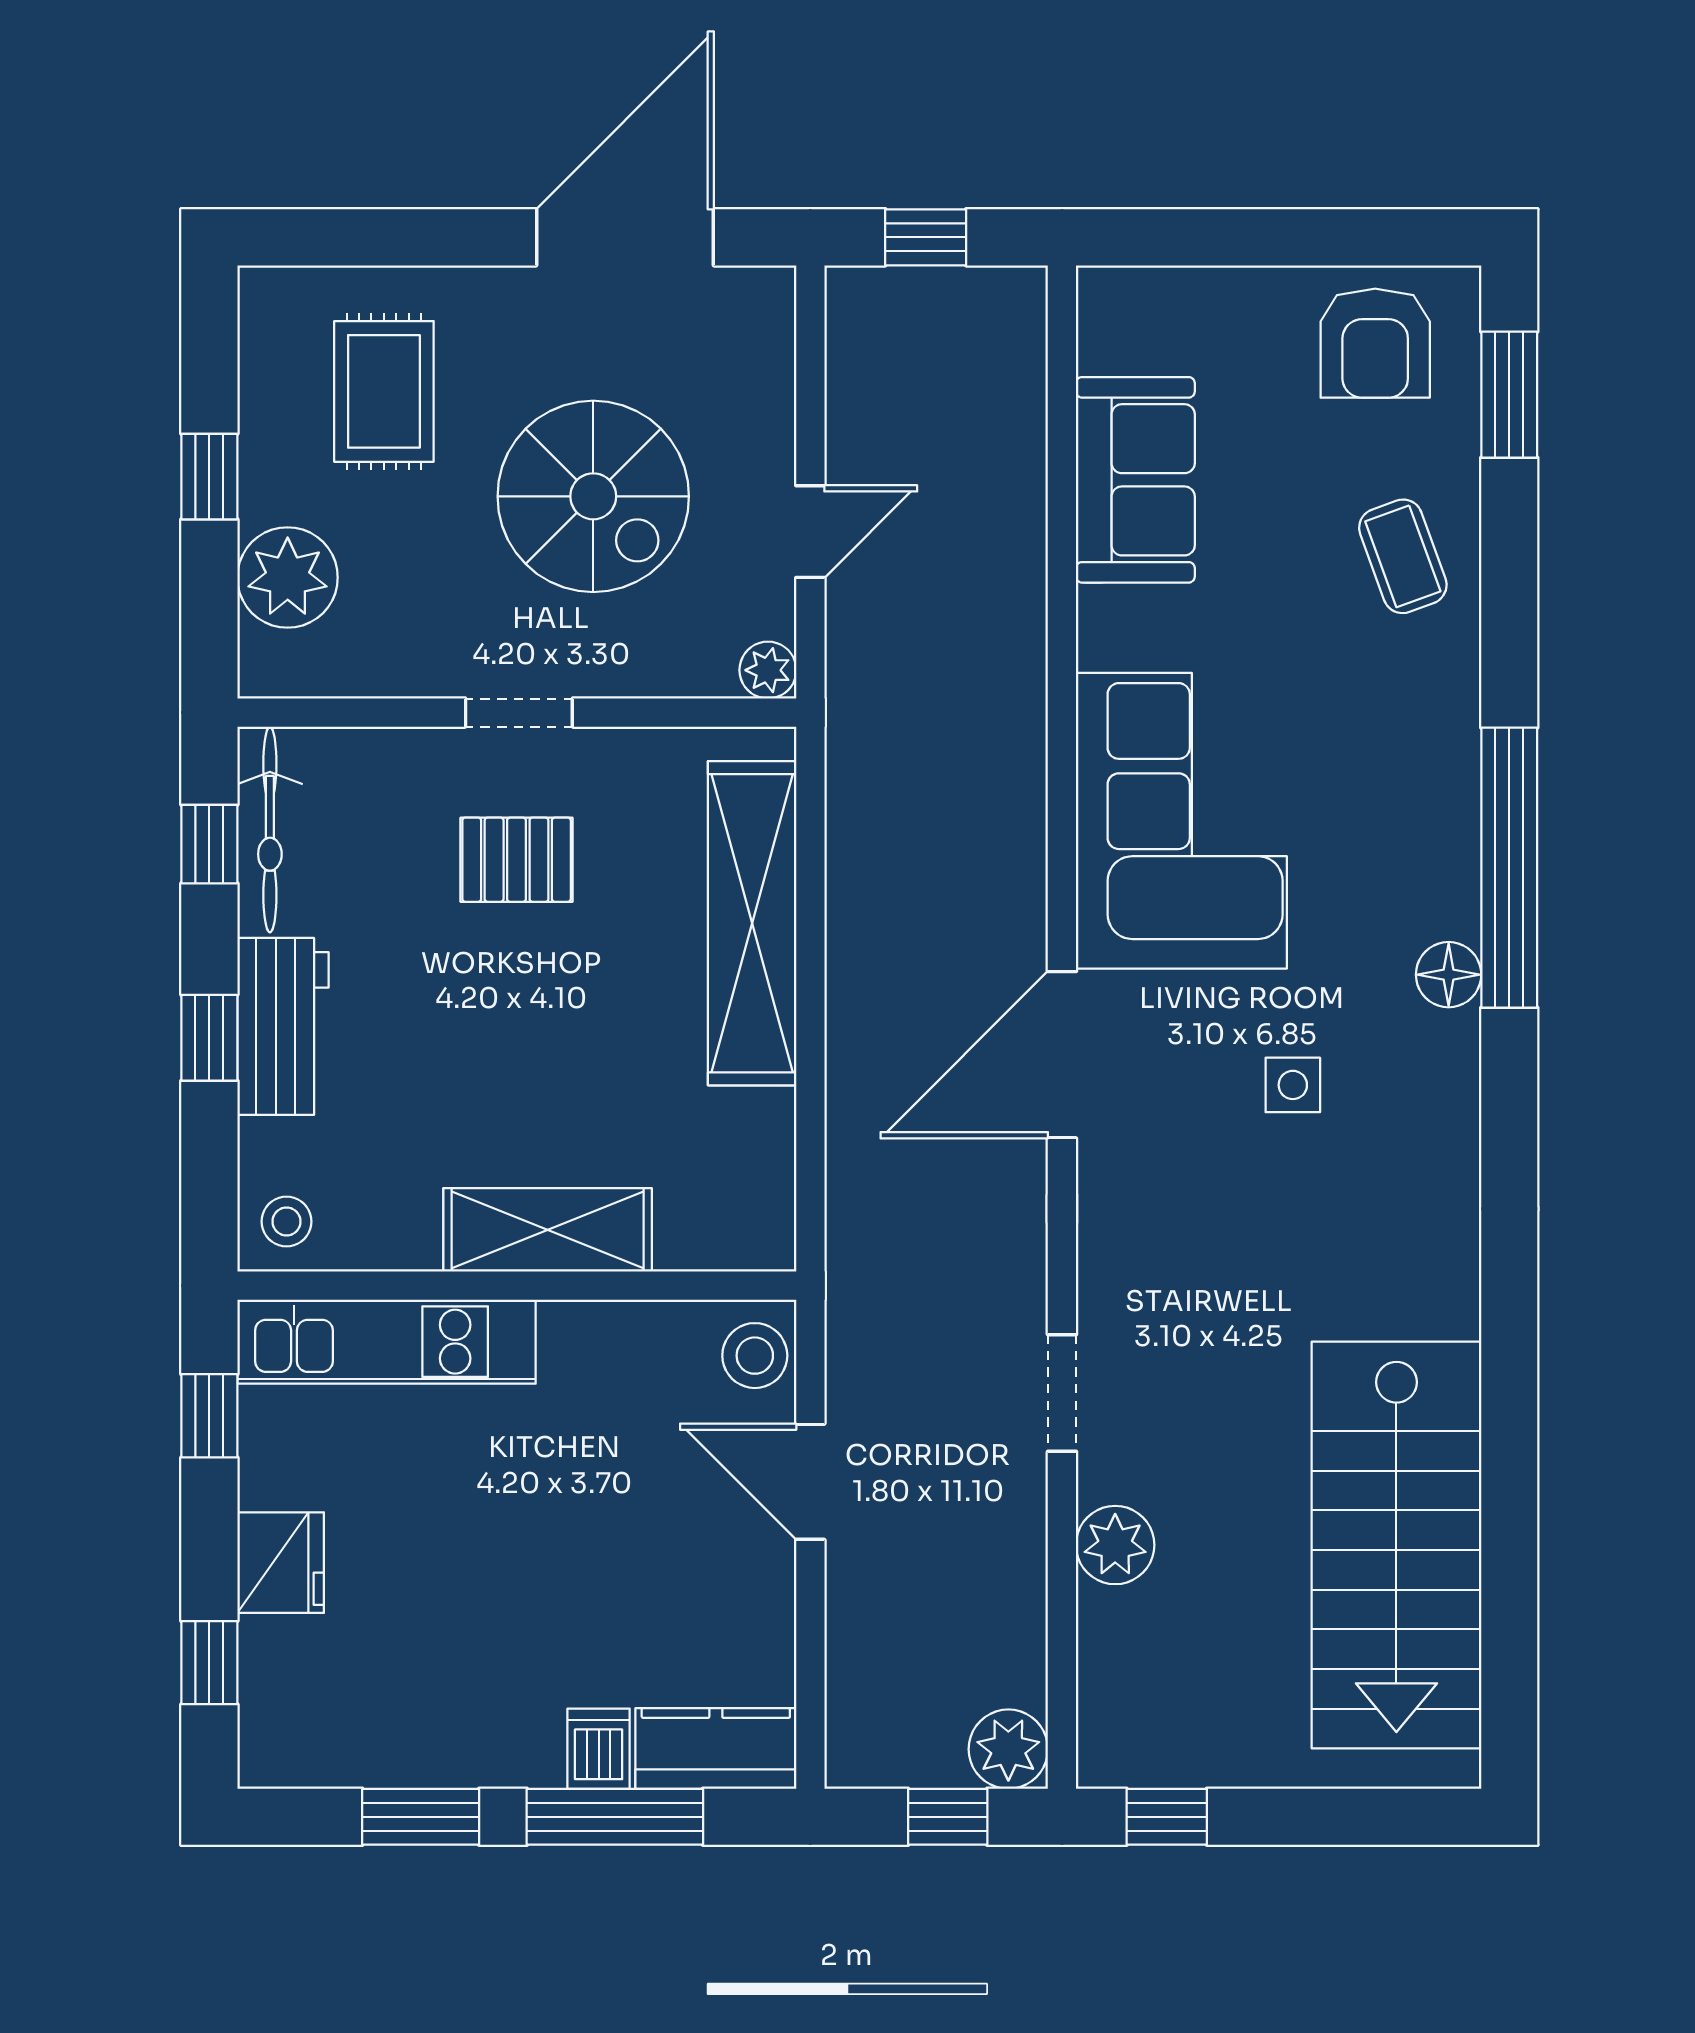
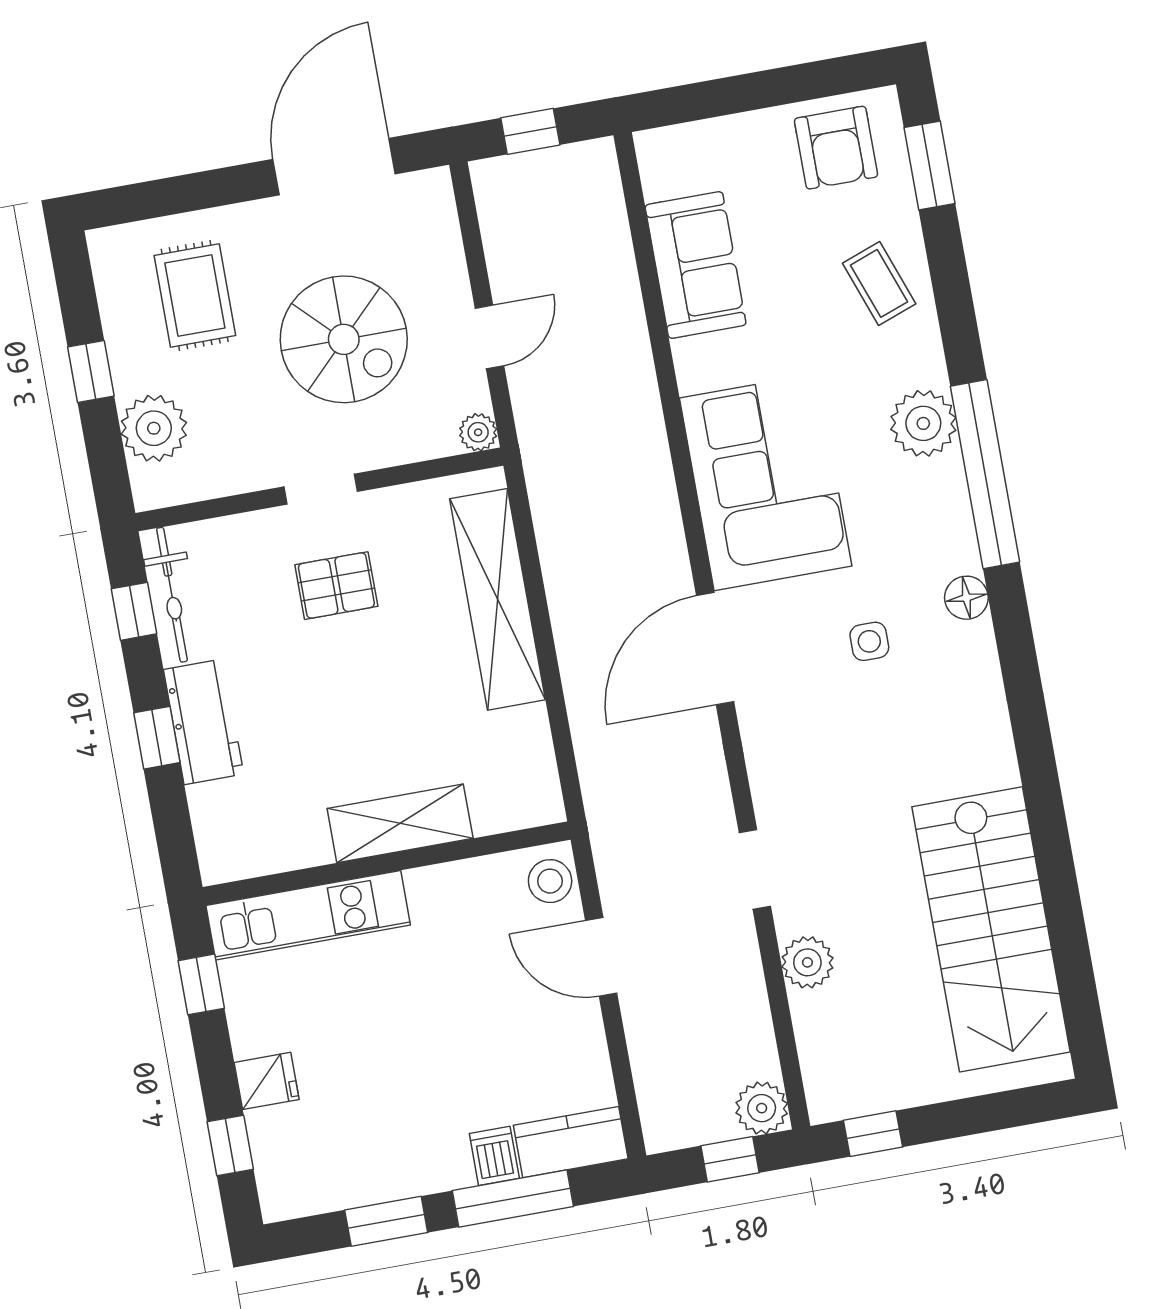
plant: (1431, 776) -> (923, 423), added
floor lamp: (1449, 975) -> (966, 598), moved
stool: (286, 1222) -> (229, 849), removed
fridge: (281, 1563) -> (267, 1081), width x0.72

